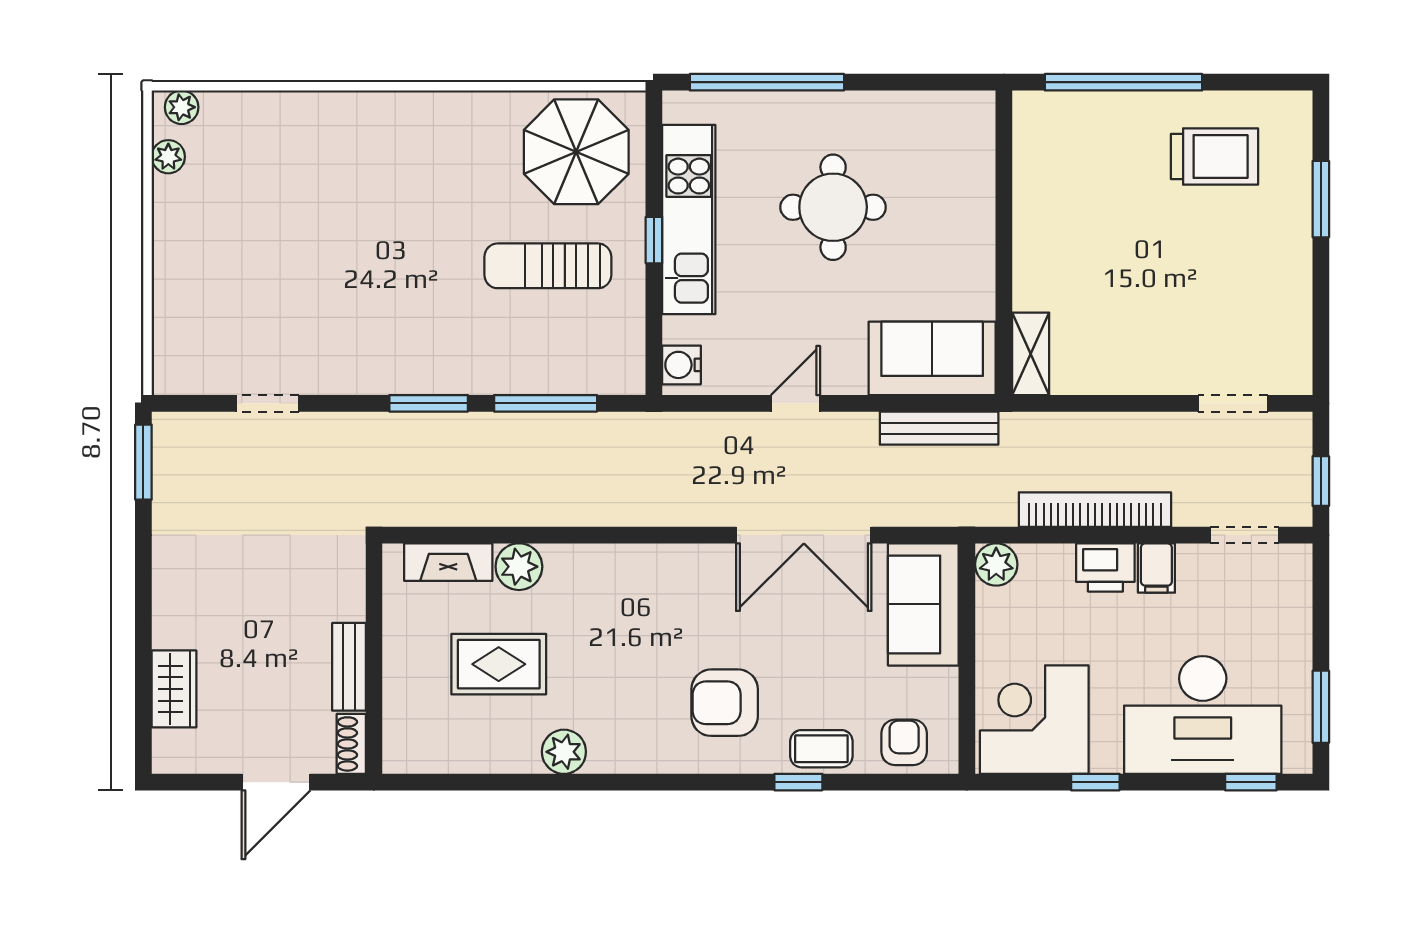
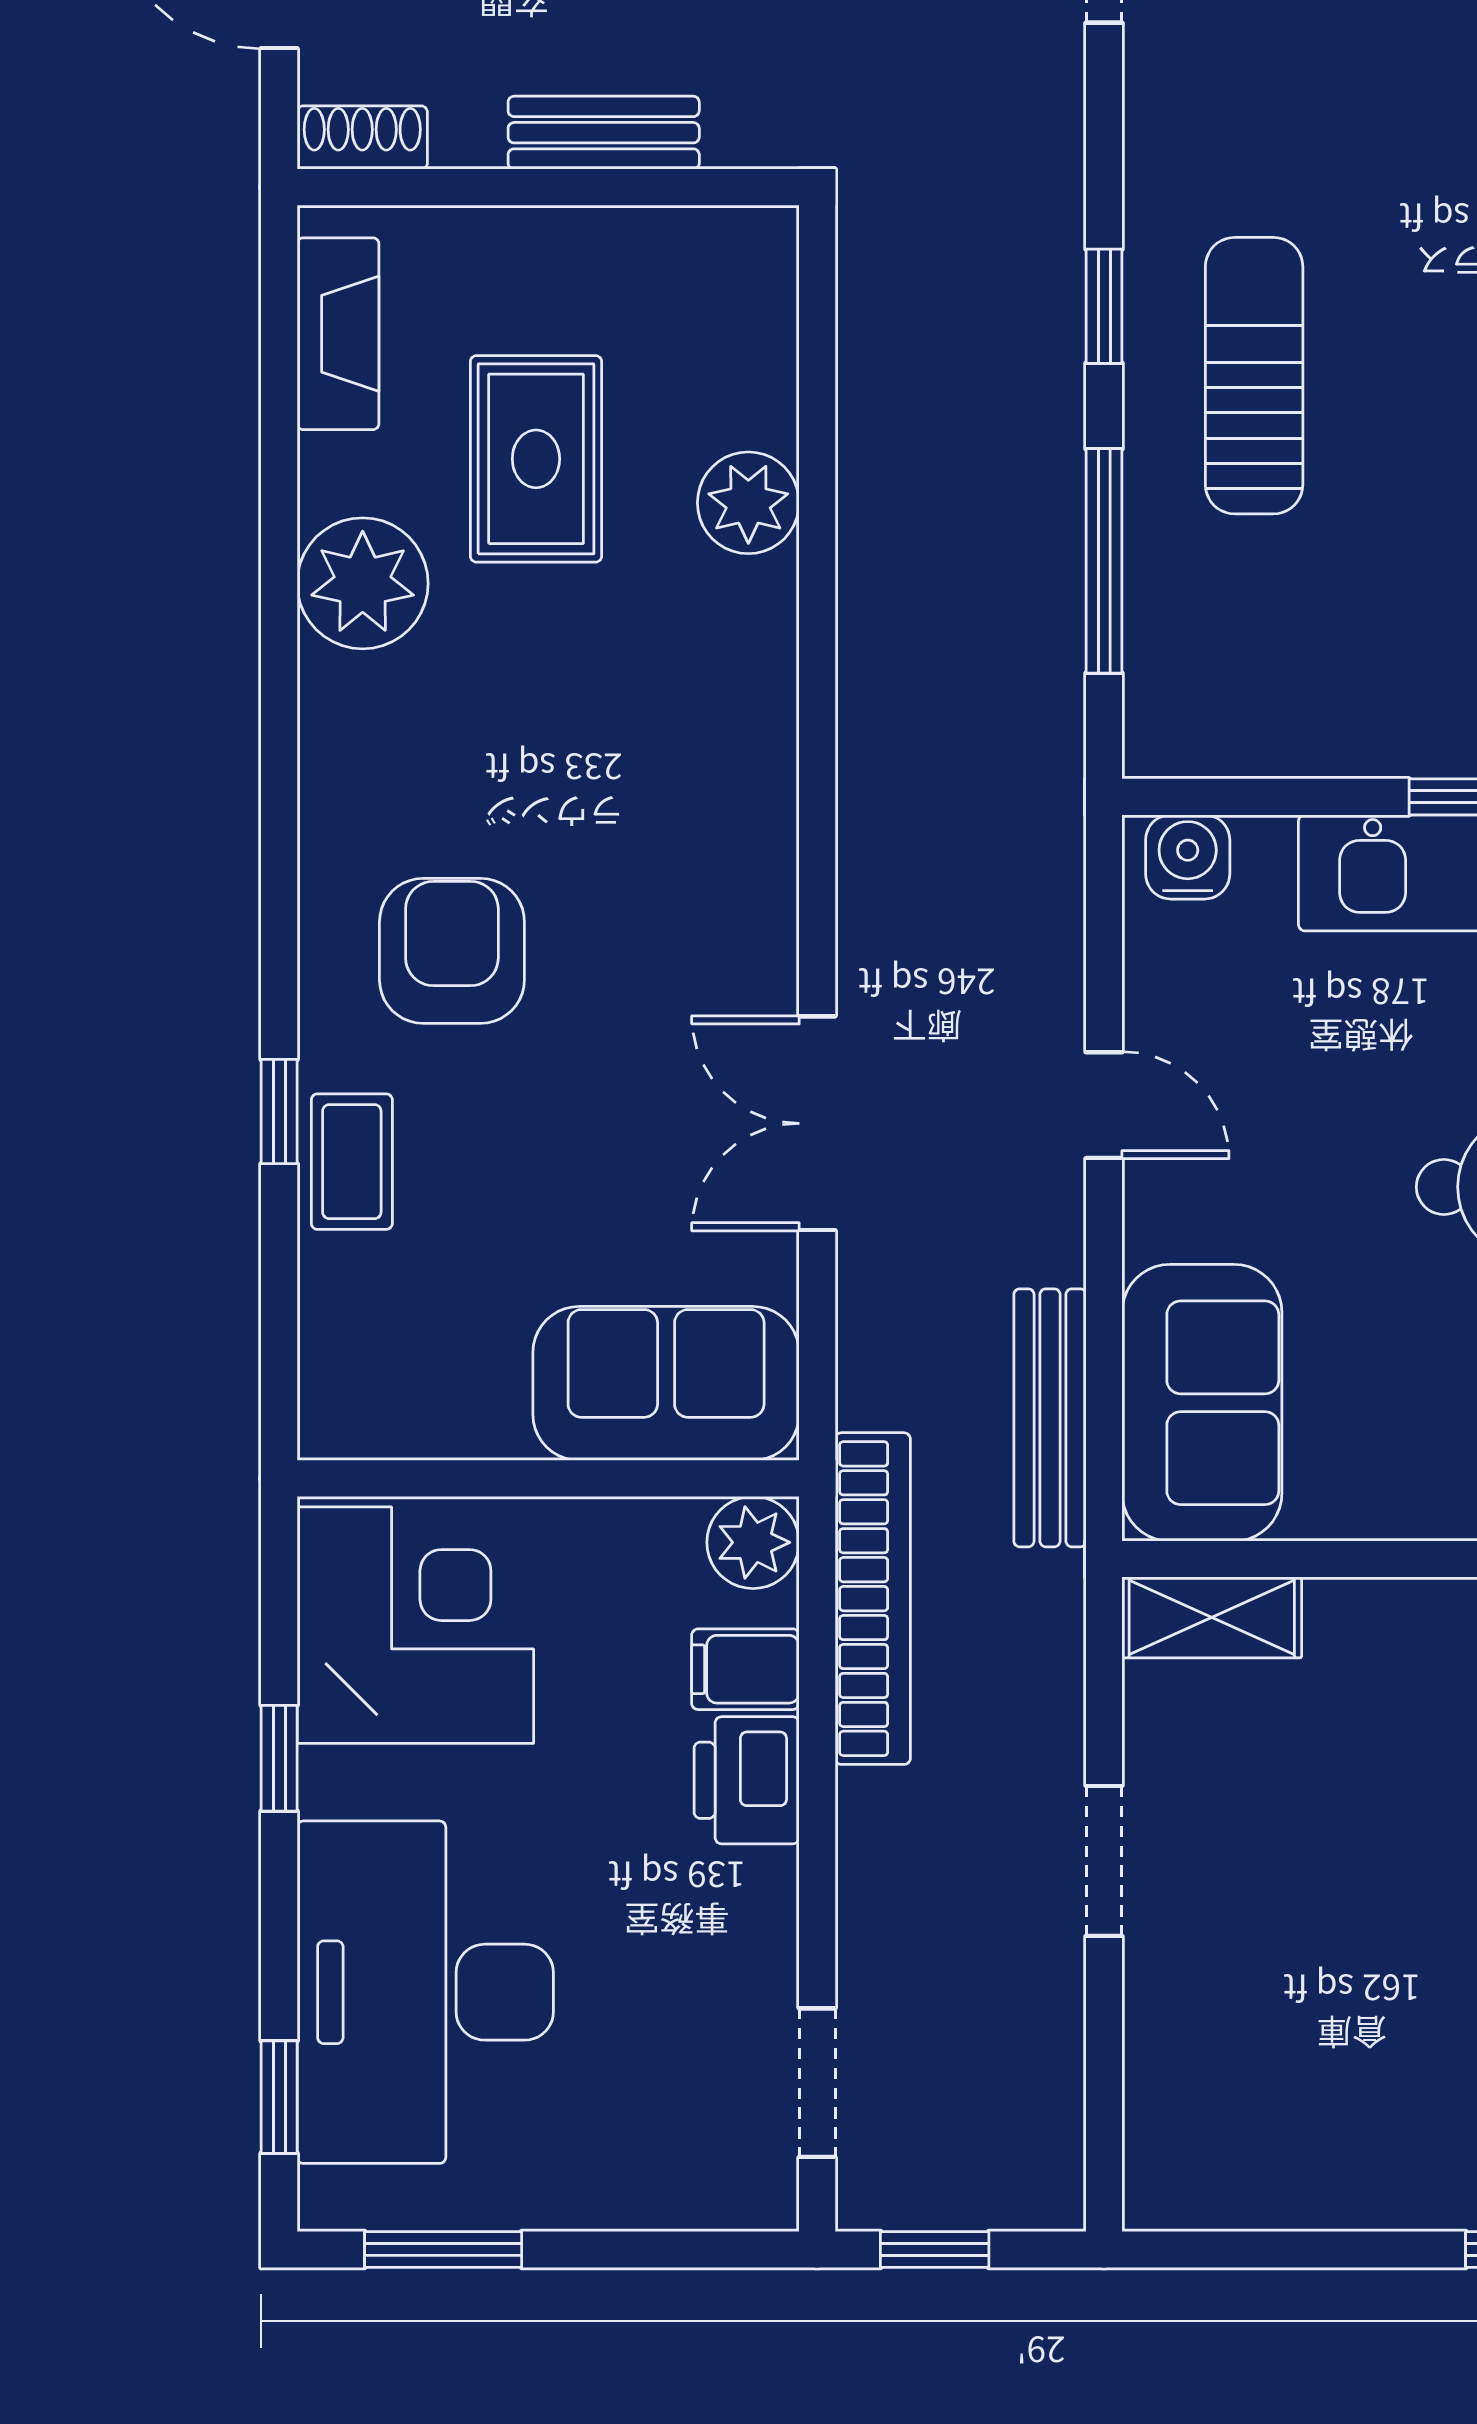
sun lounger: (548, 266) -> (1254, 376), moved
window: (429, 403) -> (1104, 306), width x0.67
doorway: (1233, 403) -> (1104, 1861), moved
bookcase: (1095, 510) -> (873, 1599), moved
double door: (804, 535) -> (817, 1123), width x0.73
fireplace: (448, 562) -> (338, 334), moved, turned 180
filing cabinet: (1156, 568) -> (745, 1669), moved
bench: (349, 667) -> (604, 133), moved
armchair: (904, 742) -> (365, 1342), removed
plant: (564, 752) -> (363, 583), width x1.36, depth x1.36

